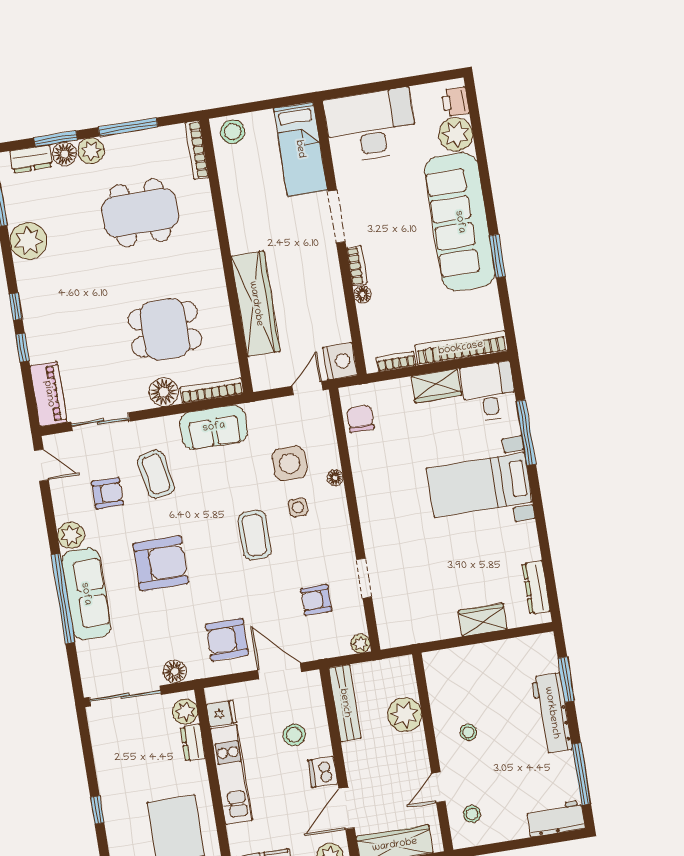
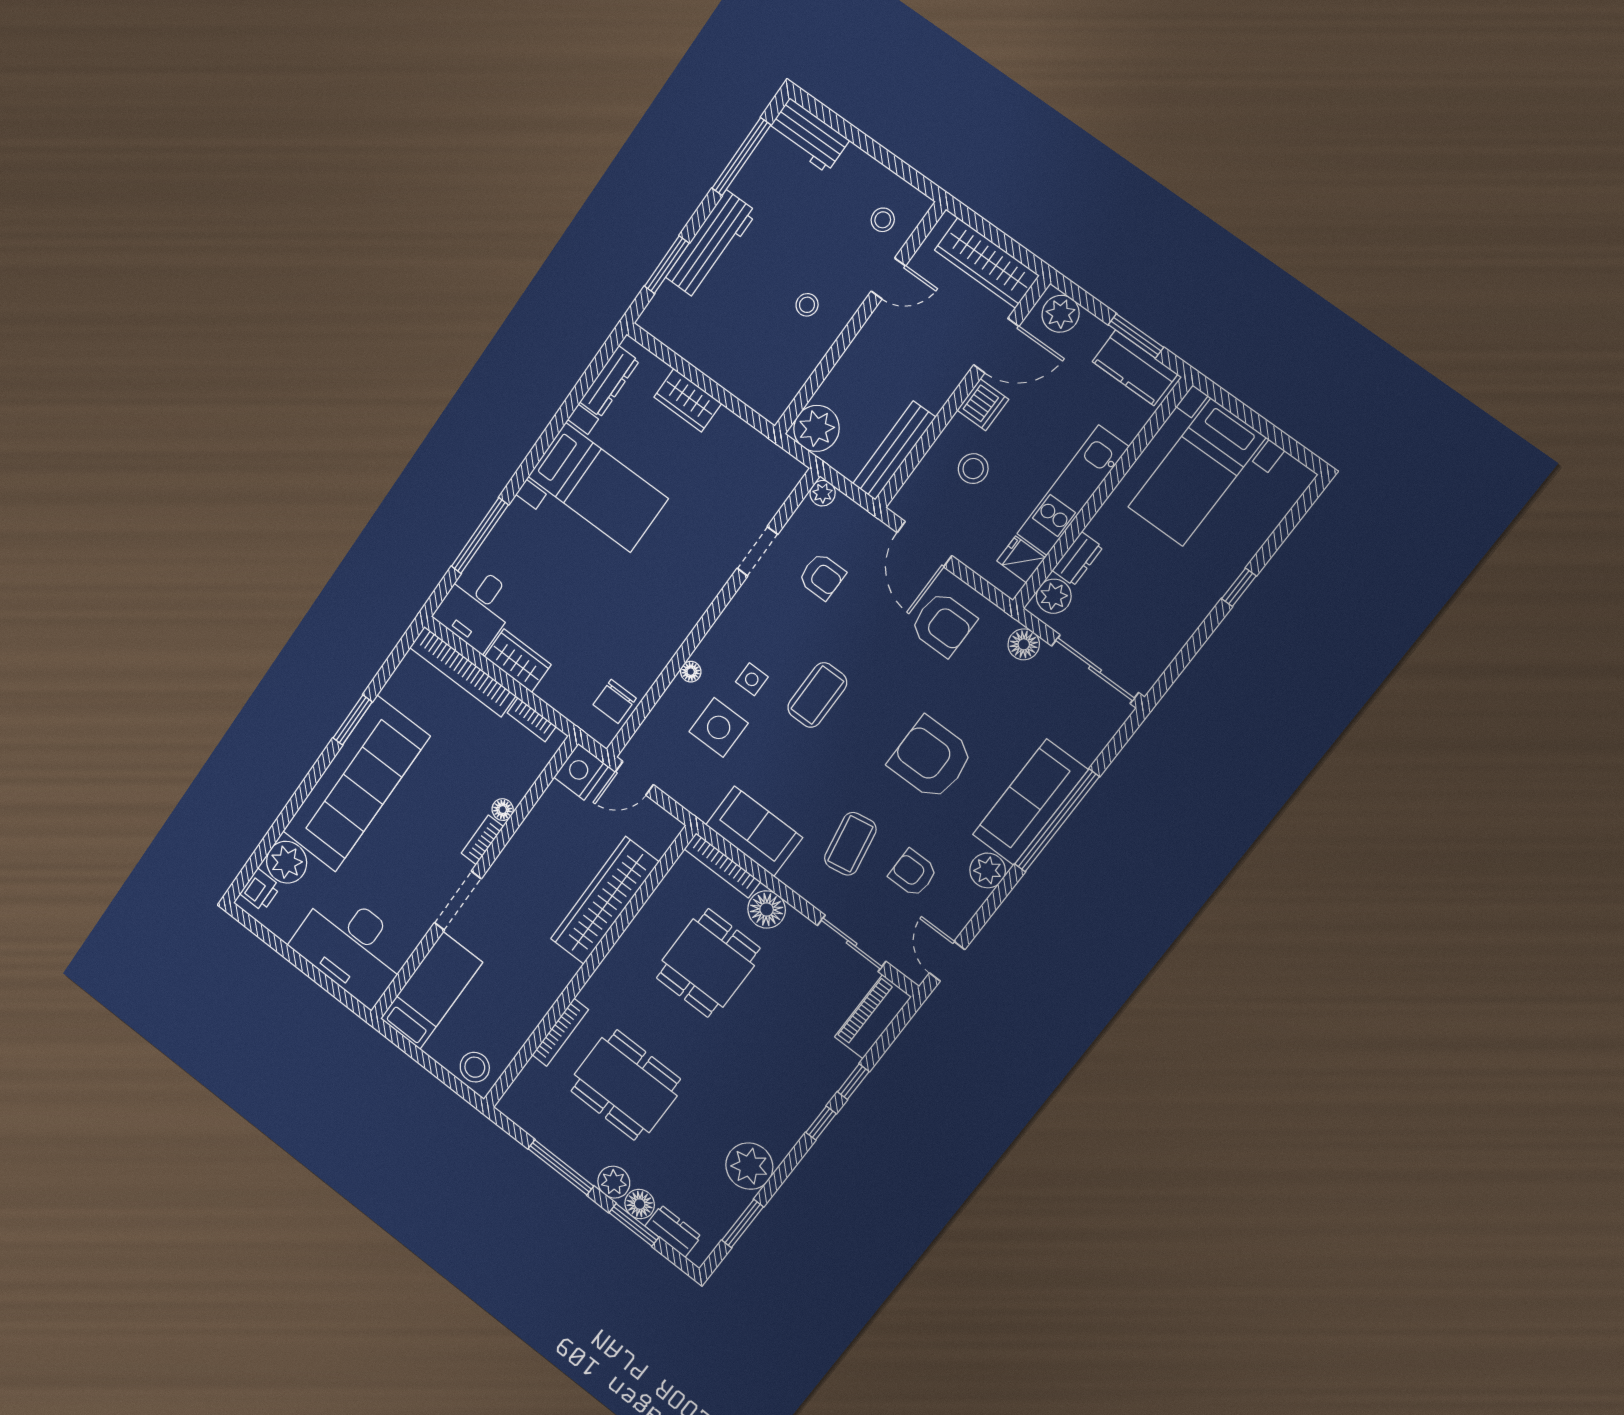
bookcase: (197, 150) -> (560, 1032), moved
dining table: (165, 329) -> (708, 963), turned 90
bed with nightstands: (479, 485) -> (598, 487), moved
plant: (405, 715) -> (816, 428), moved

